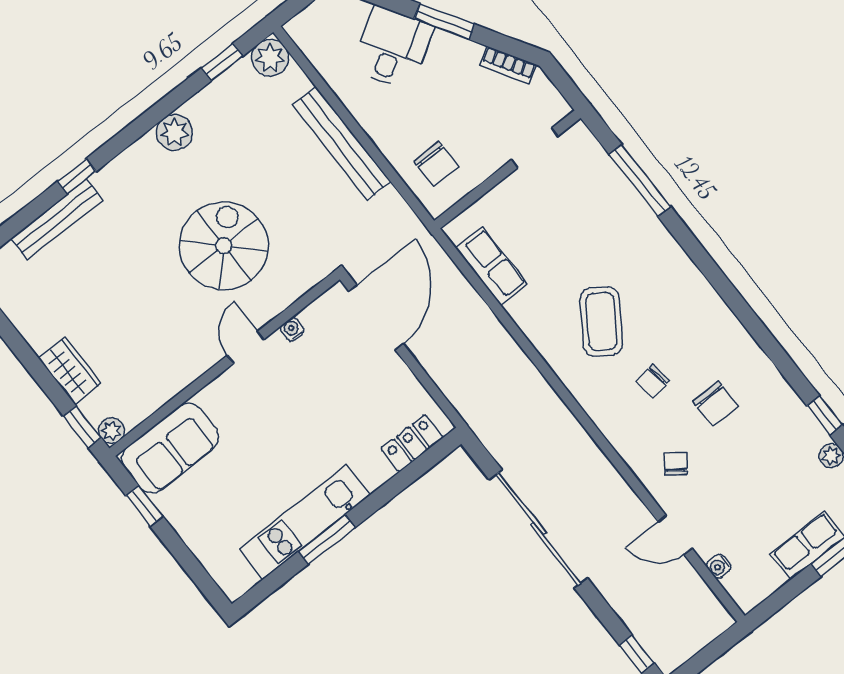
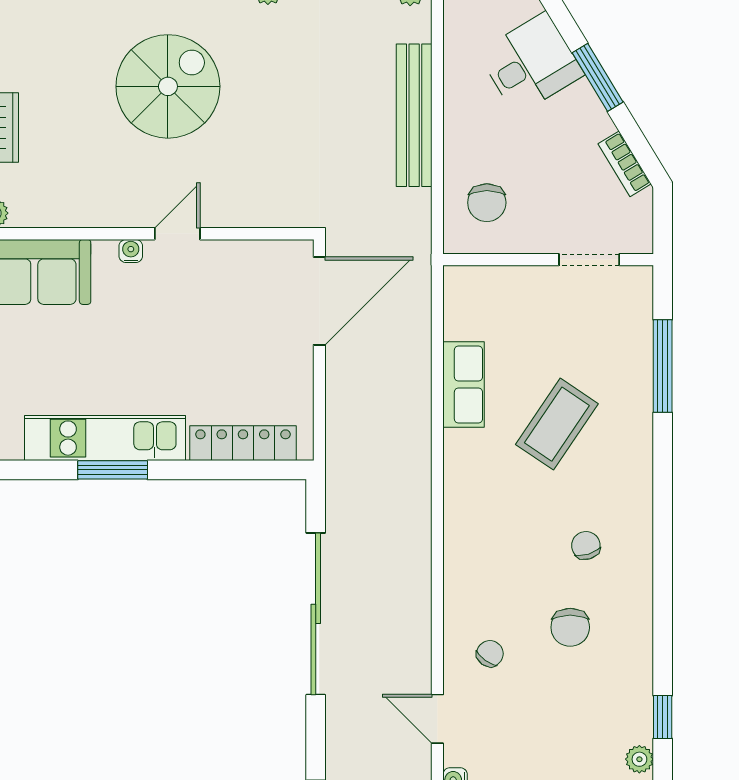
spiral stairs: (224, 246) -> (168, 86), moved
row of seats: (492, 266) -> (464, 385), moved
coffee table: (601, 321) -> (557, 424), moved
water cooler: (292, 329) -> (131, 251), moved
chair: (653, 381) -> (586, 545), moved, turned 81
locker: (412, 443) -> (243, 443), width x1.53

